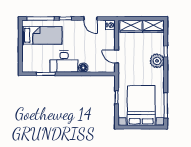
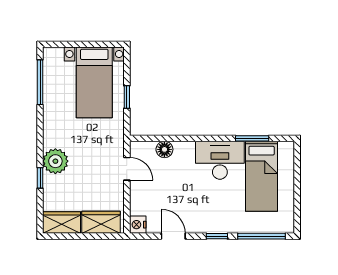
bed: (42, 35) -> (262, 176), moved, turned -90
floor lamp: (83, 68) -> (164, 149), moved
bed with nightstands: (141, 105) -> (94, 82), width x0.73

